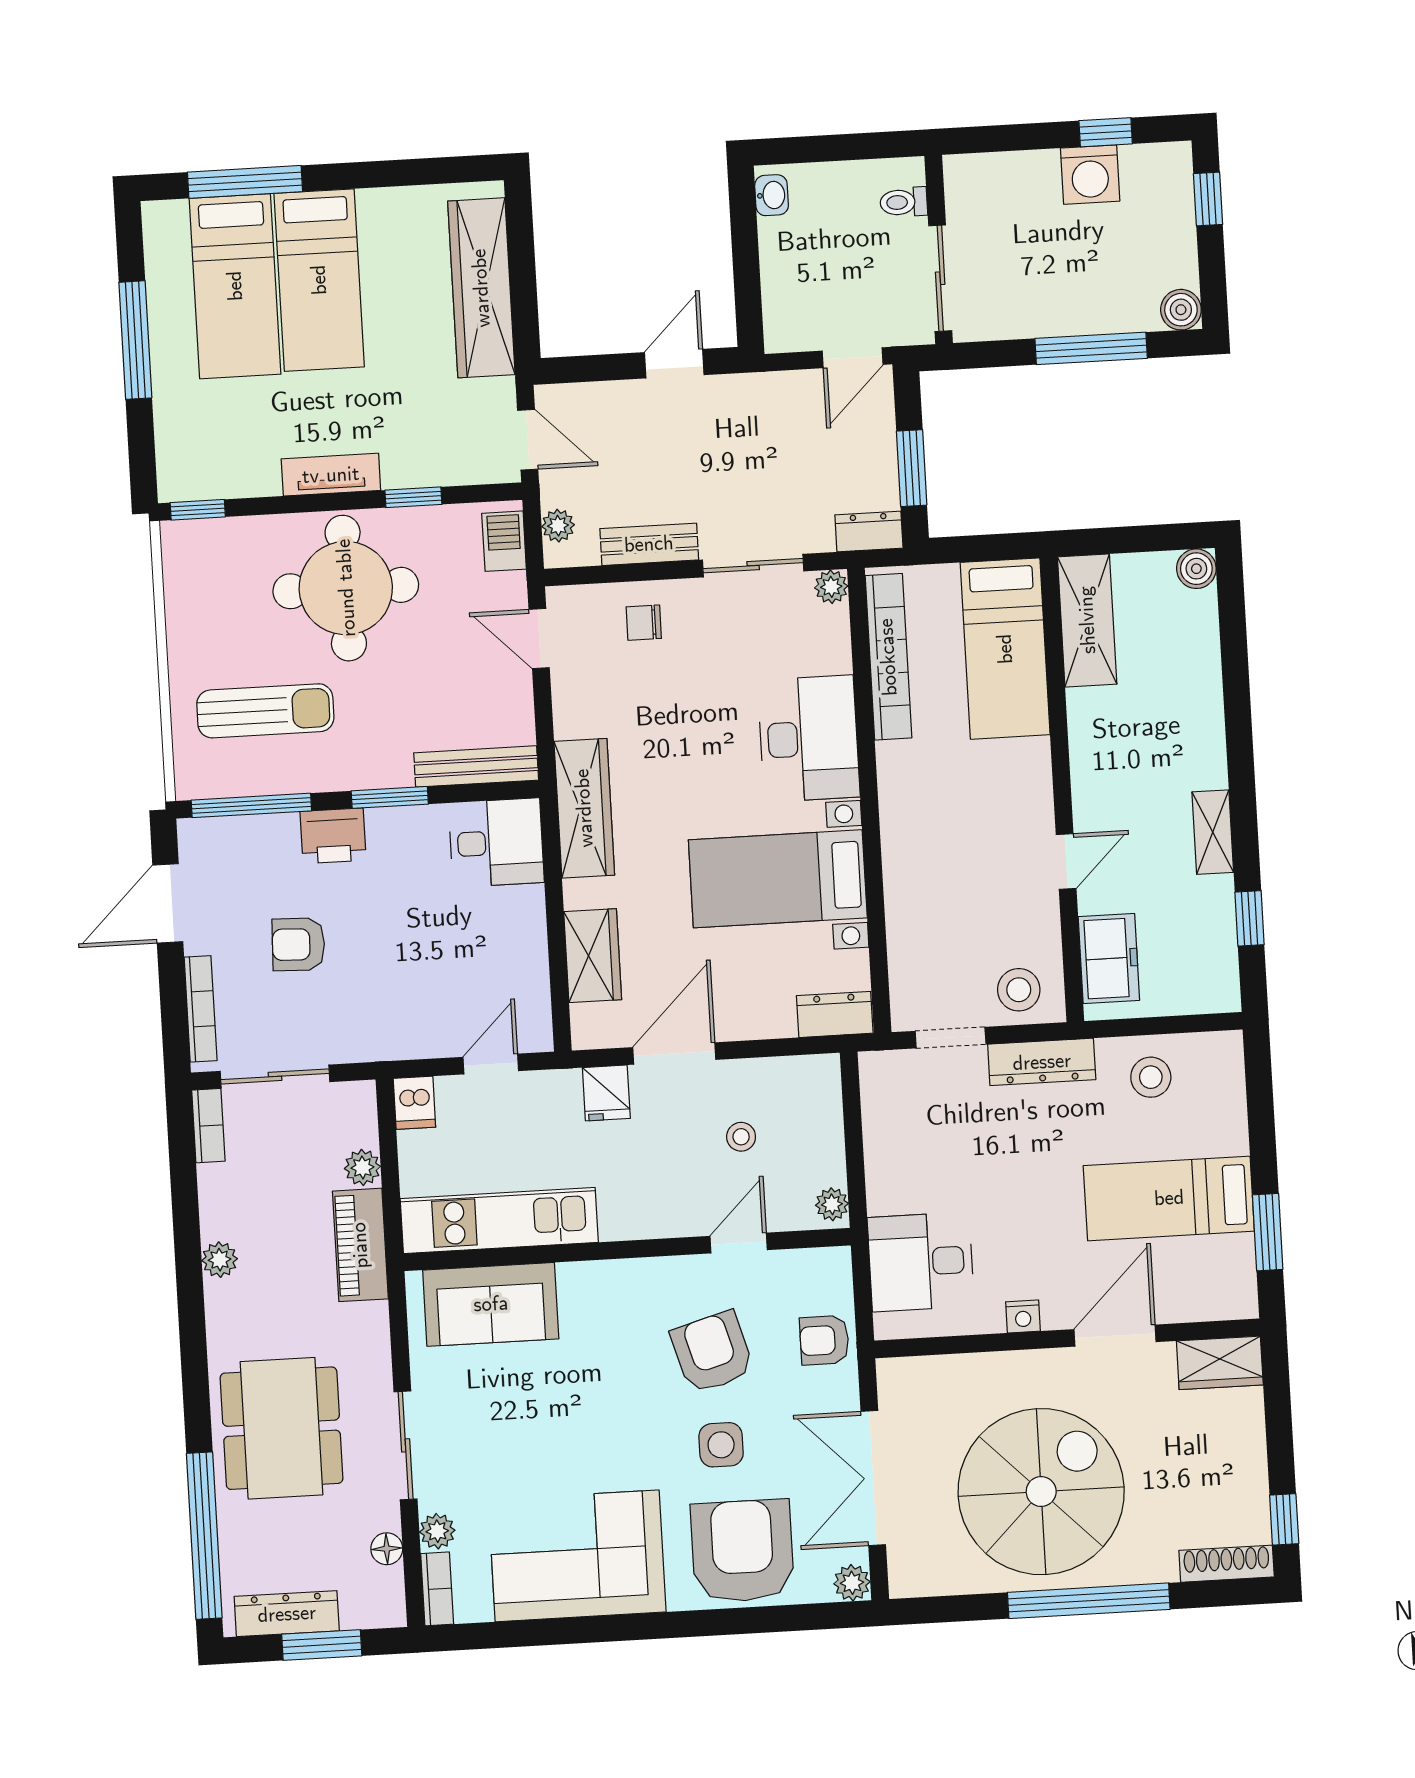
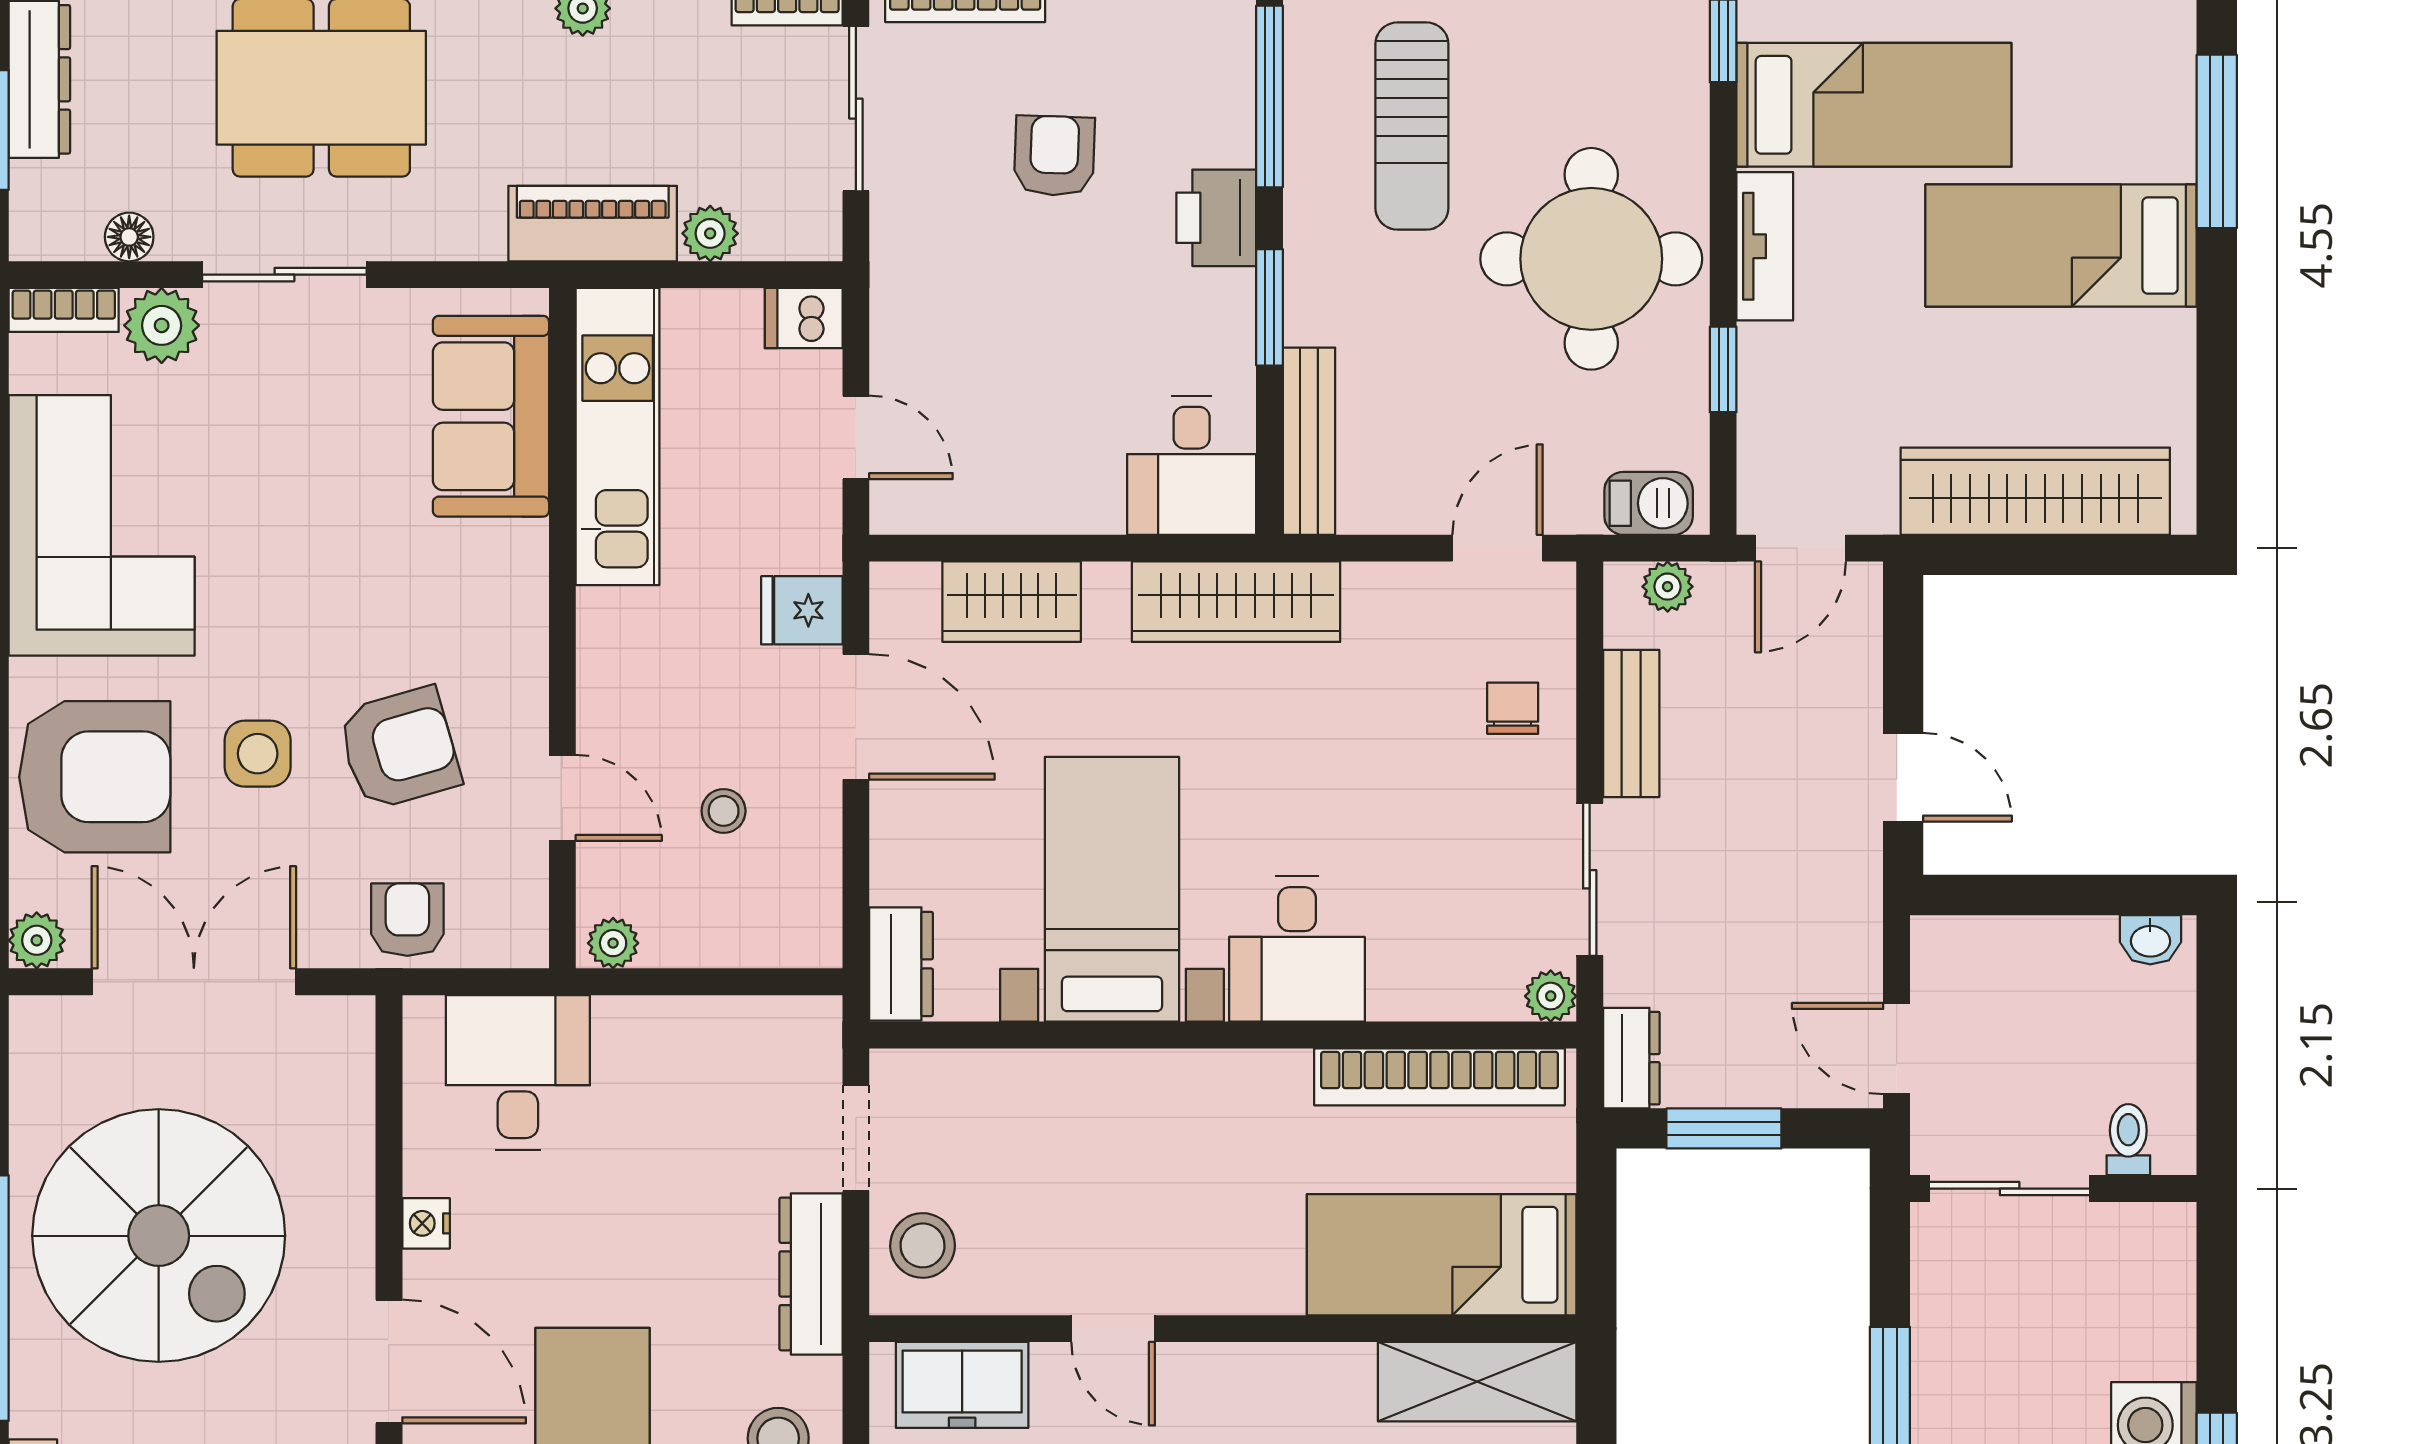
bed: (235, 286) -> (1874, 105), moved, turned 180
desk: (809, 739) -> (1297, 949), width x0.73
plant: (437, 1531) -> (162, 325), width x1.38, depth x1.38

